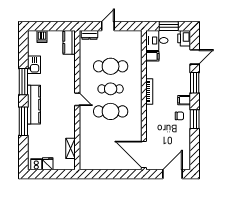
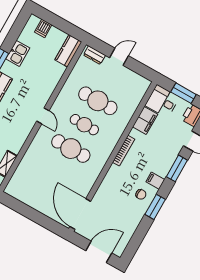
filing cabinet: (152, 56) -> (145, 121), width x2.00

